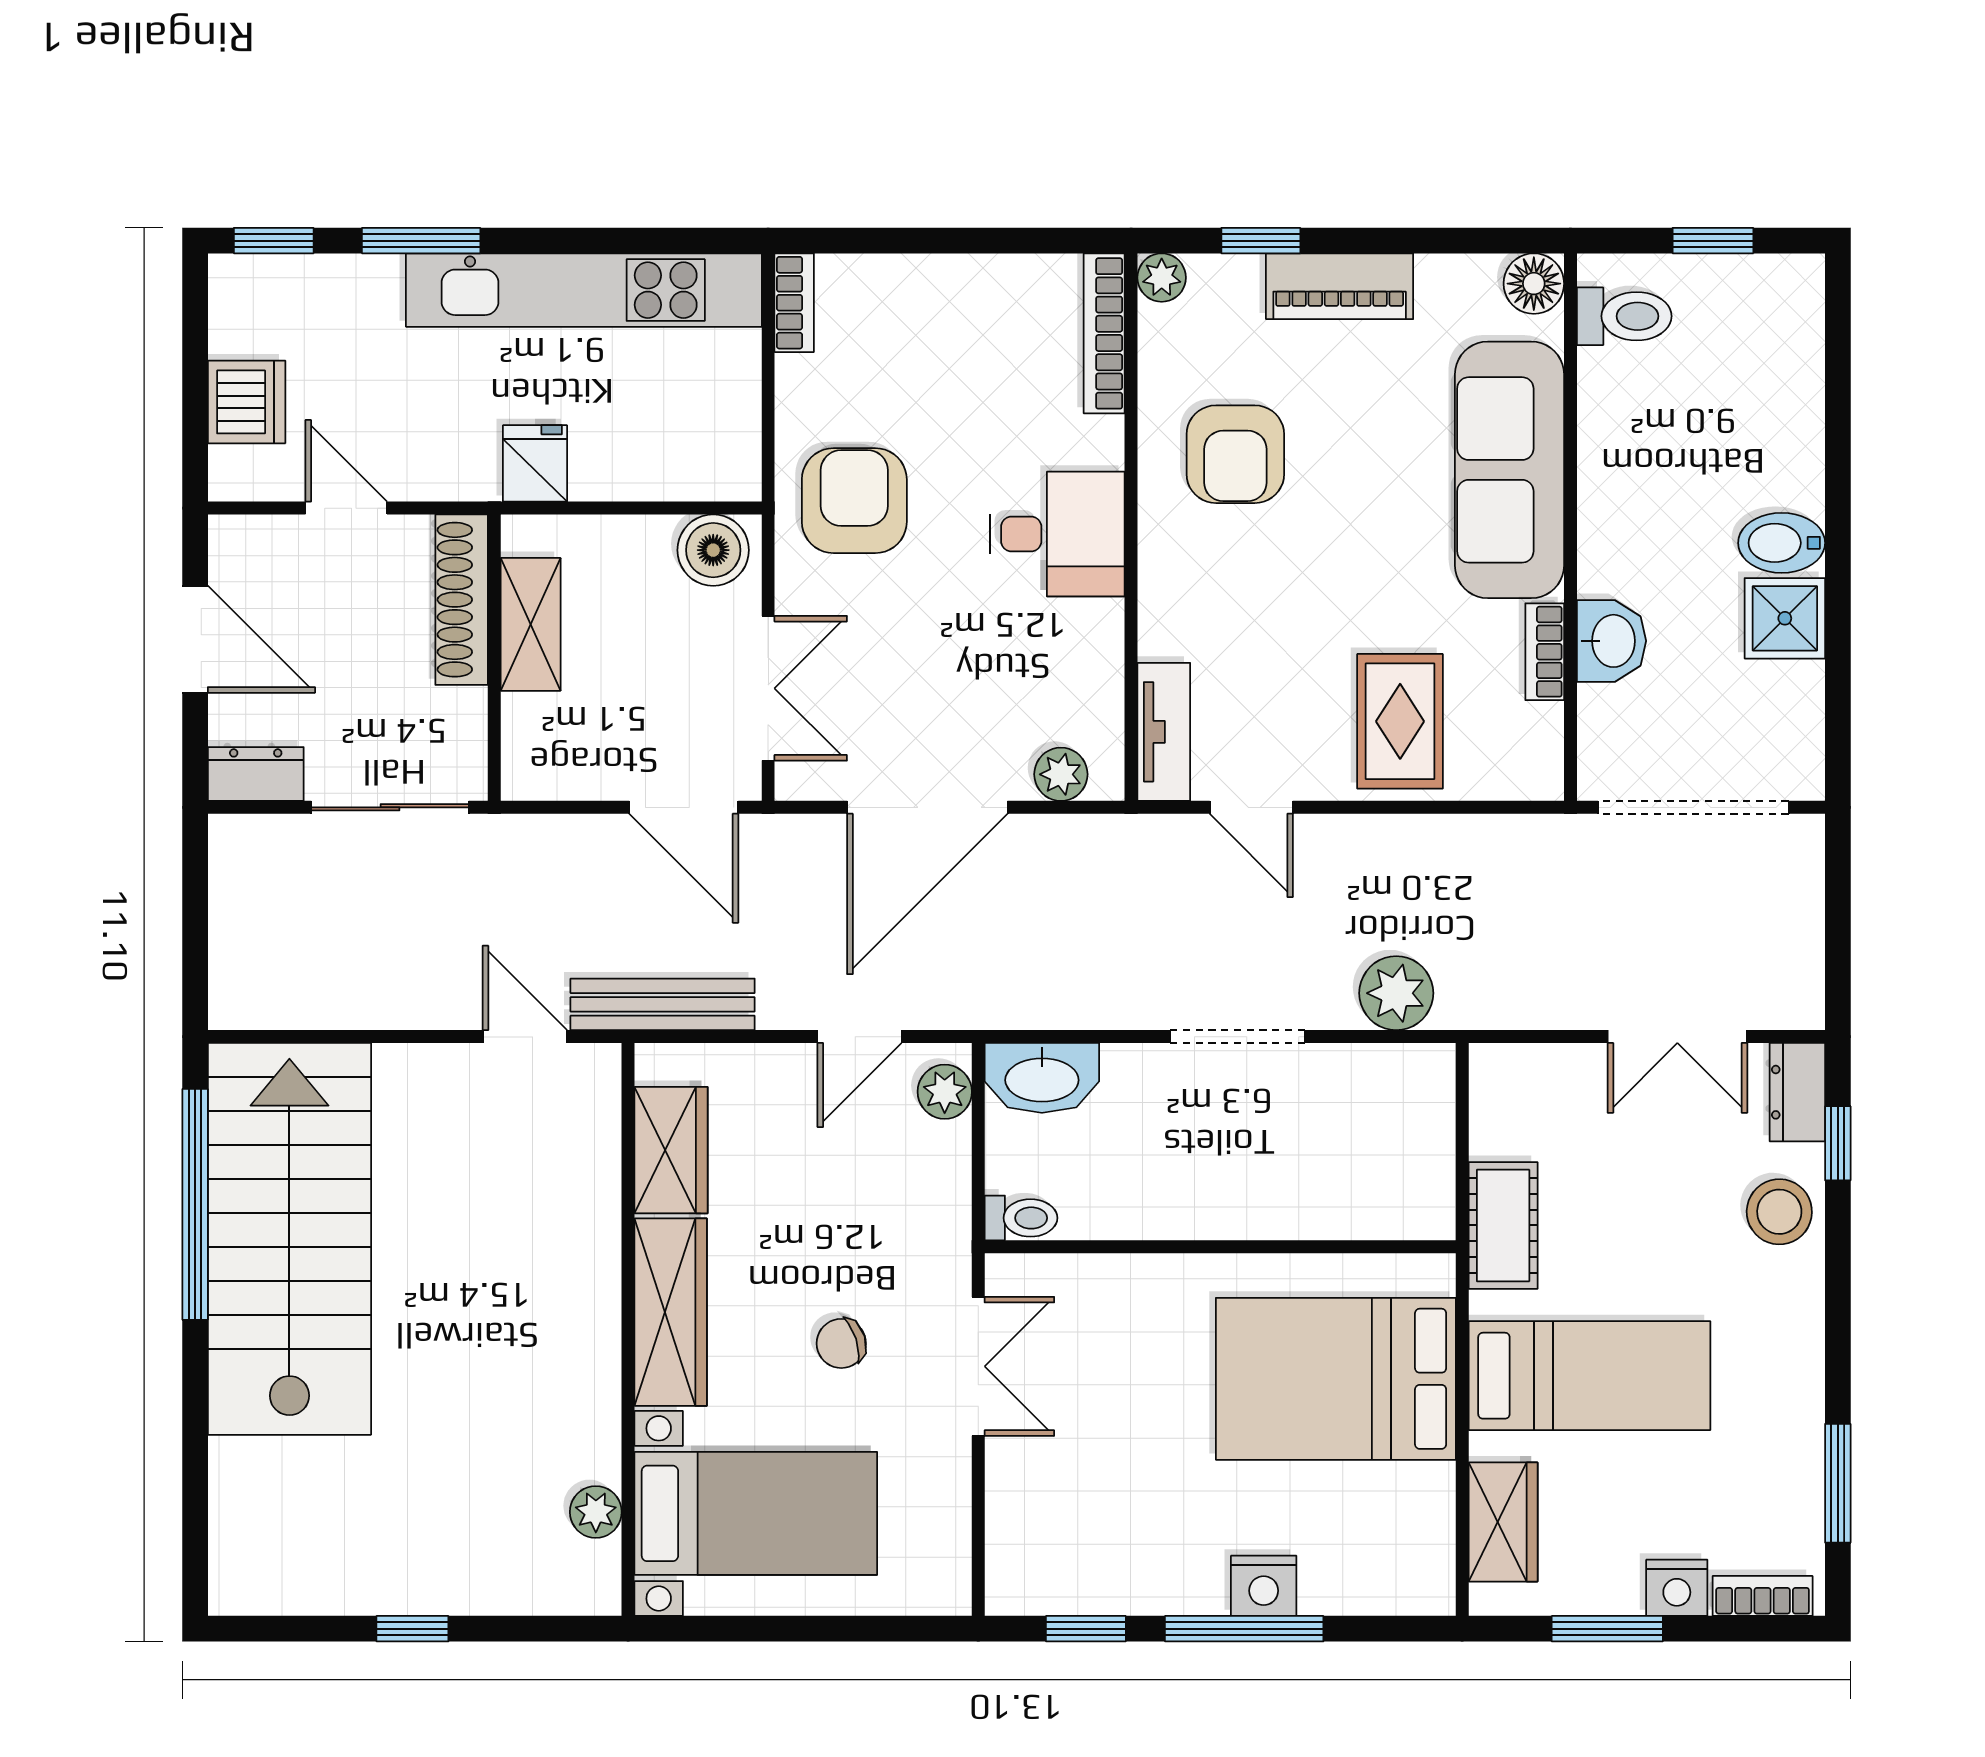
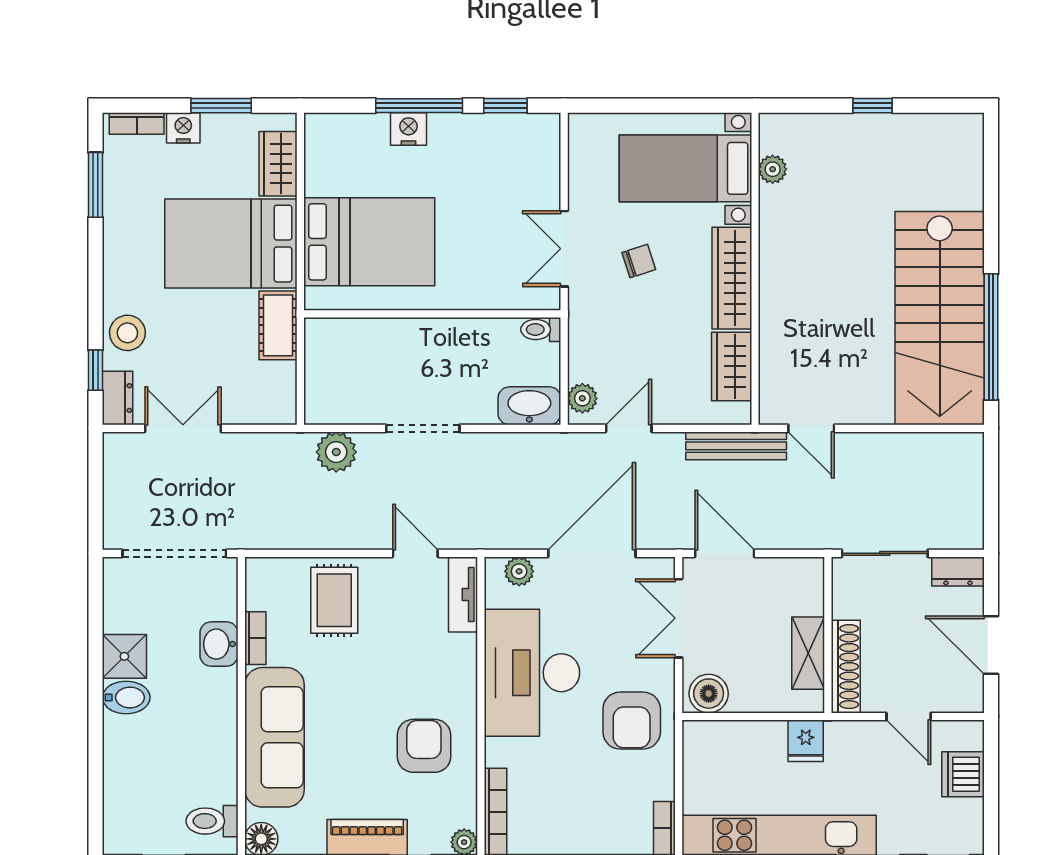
desk: (1058, 534) -> (532, 673), width x1.87, depth x1.30
bed: (1590, 1376) -> (231, 244), width x1.50

